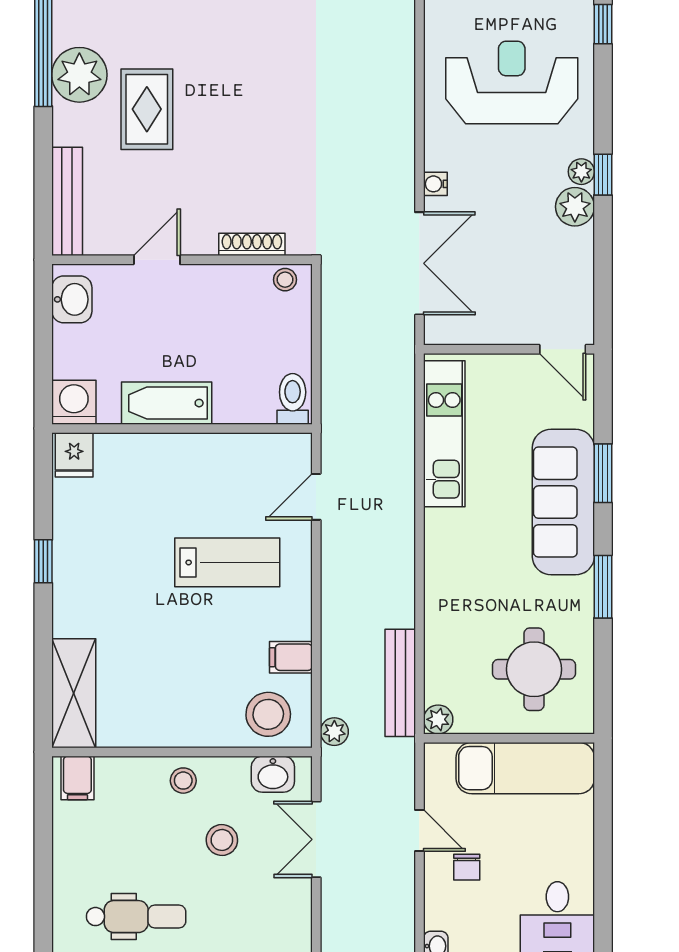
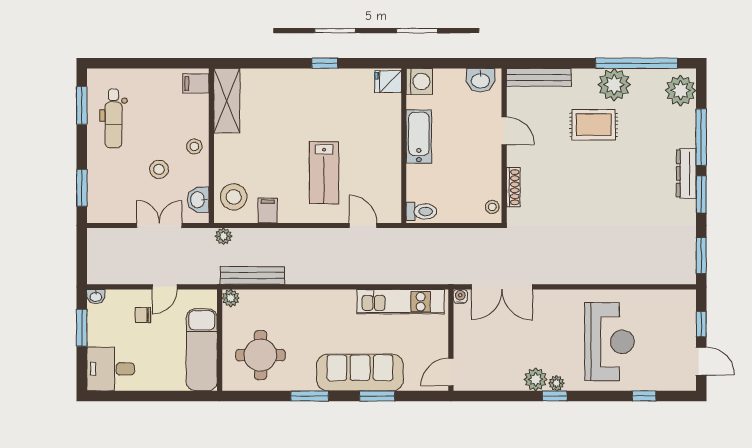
water cooler: (435, 184) -> (460, 296), moved
shelving: (74, 693) -> (227, 101), moved, turned 90

